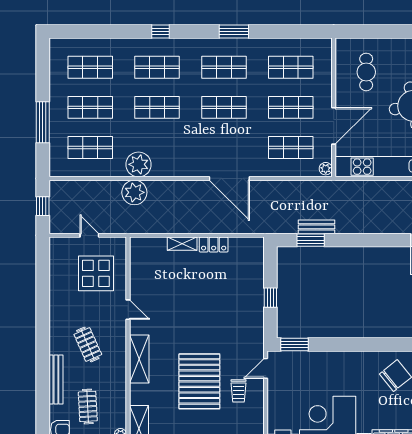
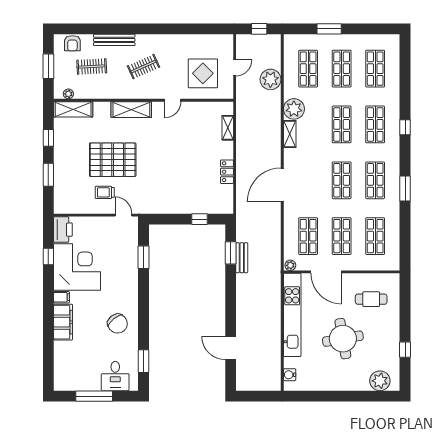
window: (43, 122) -> (329, 29), width x0.69
shelving: (169, 170) -> (290, 134), added
plant: (134, 192) -> (270, 79), moved
shelving: (182, 244) -> (228, 128), moved
window: (270, 298) -> (199, 219), moved
window: (295, 344) -> (143, 257), moved

